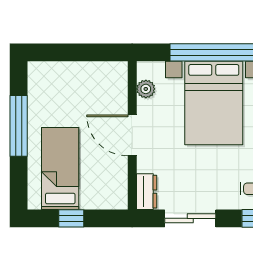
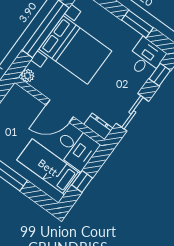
plant: (146, 89) -> (28, 76), moved
desk: (104, 184) -> (76, 148), added

